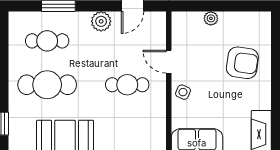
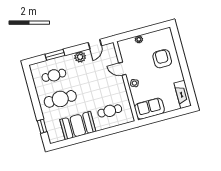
armchair: (242, 63) -> (162, 59), turned -98
cafe table: (127, 85) -> (110, 111), moved

